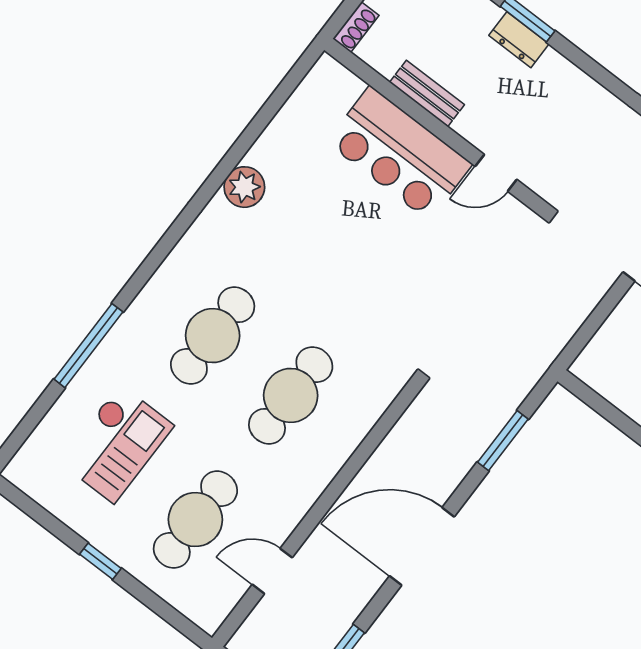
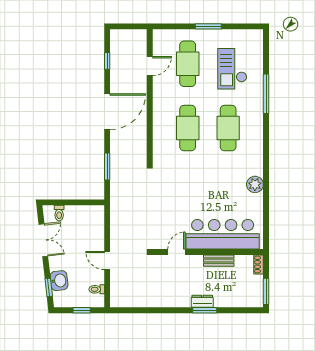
bar counter: (399, 153) -> (223, 234), width x1.36
window: (100, 561) -> (208, 26), width x1.50

